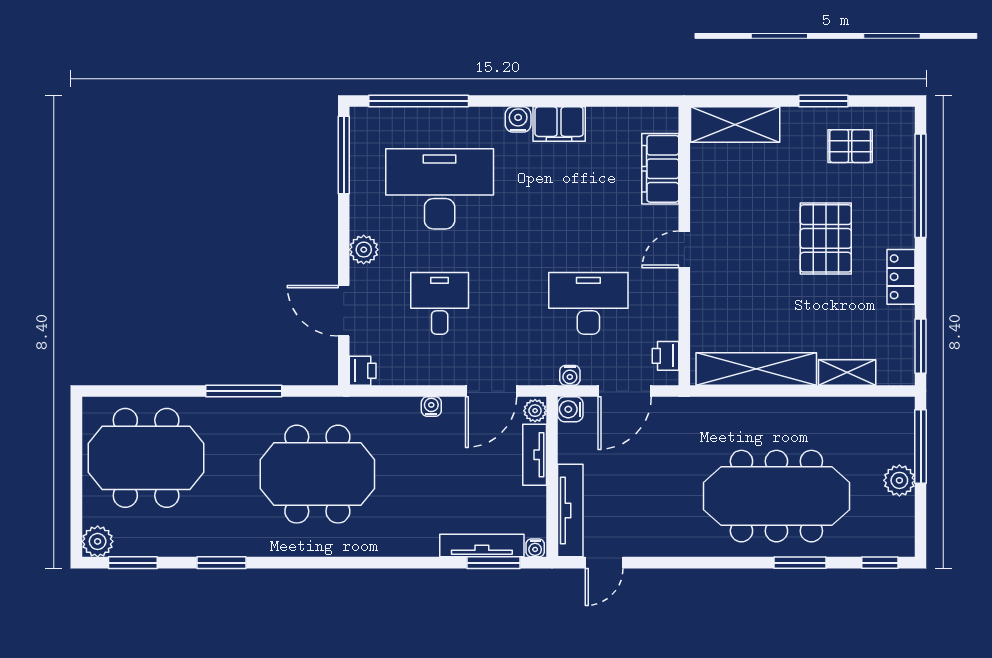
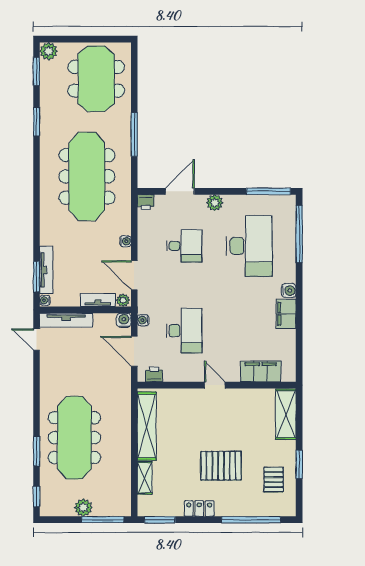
meeting table: (317, 474) -> (87, 176), width x1.36

